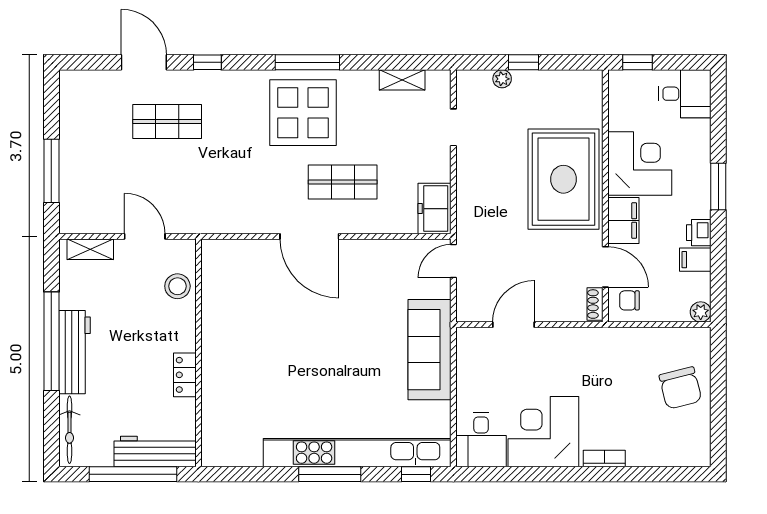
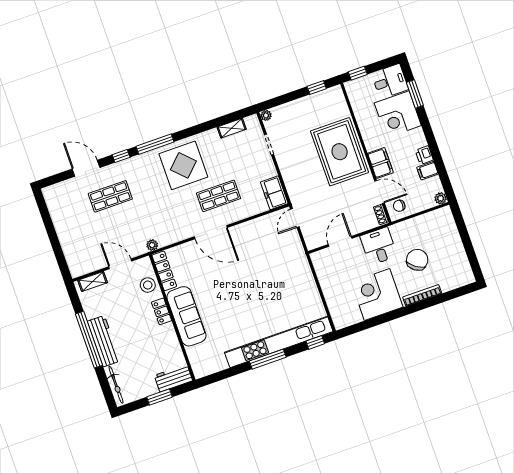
window: (307, 62) -> (155, 144), moved
window: (523, 62) -> (317, 87), moved
plant: (502, 79) -> (266, 115), moved
corner desk: (640, 164) -> (398, 114), moved, turned 180
window: (51, 171) -> (56, 246), removed
window: (718, 186) -> (415, 94), moved
plant: (207, 224) -> (152, 245), added
locker: (212, 273) -> (164, 271), added
sofa: (430, 350) -> (186, 316), moved, turned 180
locker: (185, 375) -> (162, 311), moved
chair: (680, 388) -> (417, 260), moved, turned -131
desk: (481, 440) -> (379, 246), moved, turned 180
workbench: (155, 451) -> (173, 378), width x0.73
bookcase: (604, 458) -> (422, 295), width x1.56
window: (133, 474) -> (160, 397), width x0.47

